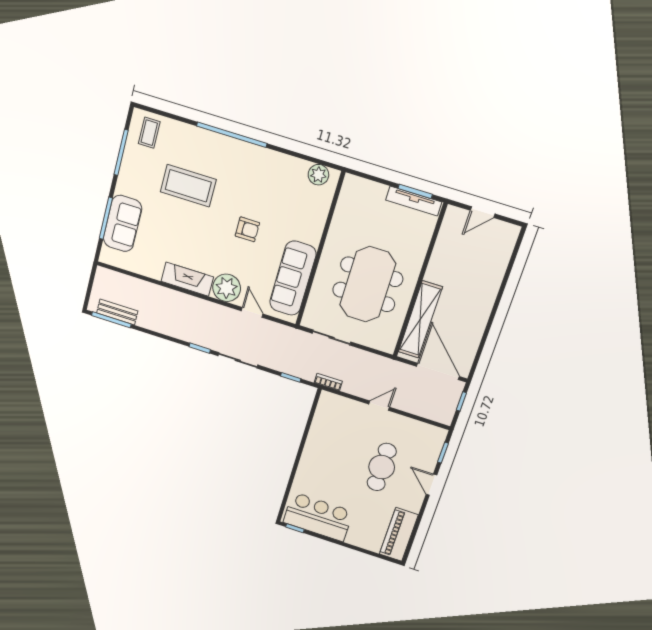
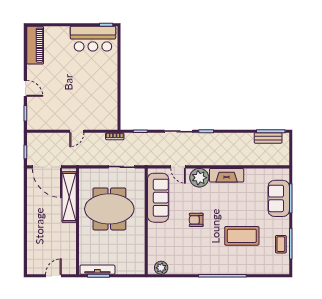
coffee table: (149, 133) -> (281, 244), moved
meeting table: (368, 284) -> (109, 209), turned 90
cafe table: (382, 467) -> (62, 89), removed

